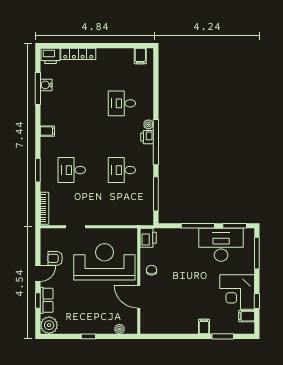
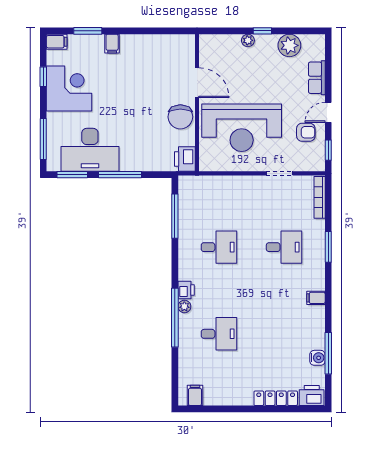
window: (156, 142) -> (175, 318), moved
chair: (152, 270) -> (180, 117), width x1.87, depth x1.87
window: (38, 300) -> (328, 150), moved
filing cabinet: (247, 316) -> (57, 42), moved
plant: (49, 325) -> (289, 45), moved
plant: (119, 329) -> (248, 40), moved

